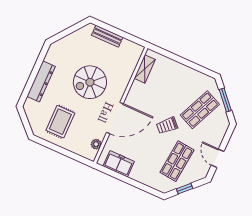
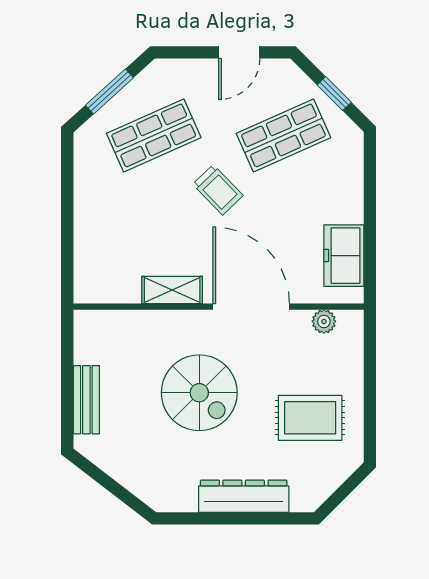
shelving: (145, 69) -> (172, 290), moved
shop shelf: (200, 110) -> (154, 135), turned -48
shop shelf: (177, 161) -> (283, 135), turned -30

